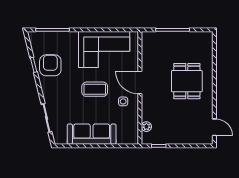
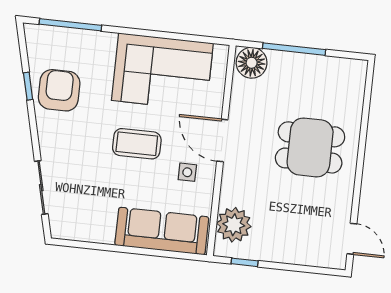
floor lamp: (151, 40) -> (252, 63), added
dining table: (187, 81) -> (310, 147), turned 90
plant: (146, 127) -> (234, 225), width x1.88, depth x1.88
sofa: (92, 134) -> (162, 231), moved

